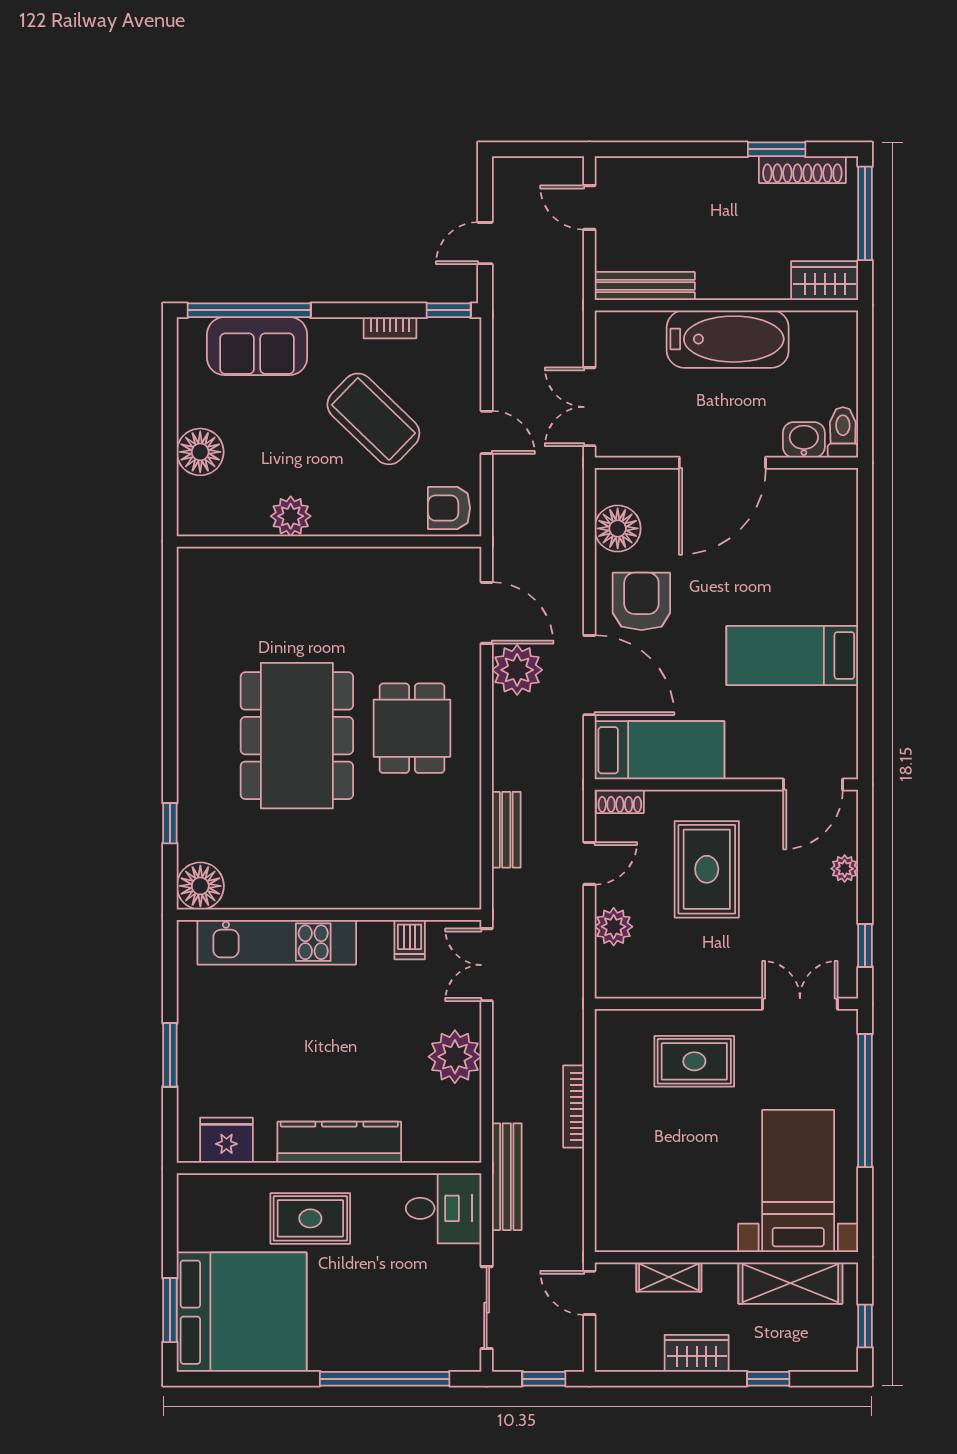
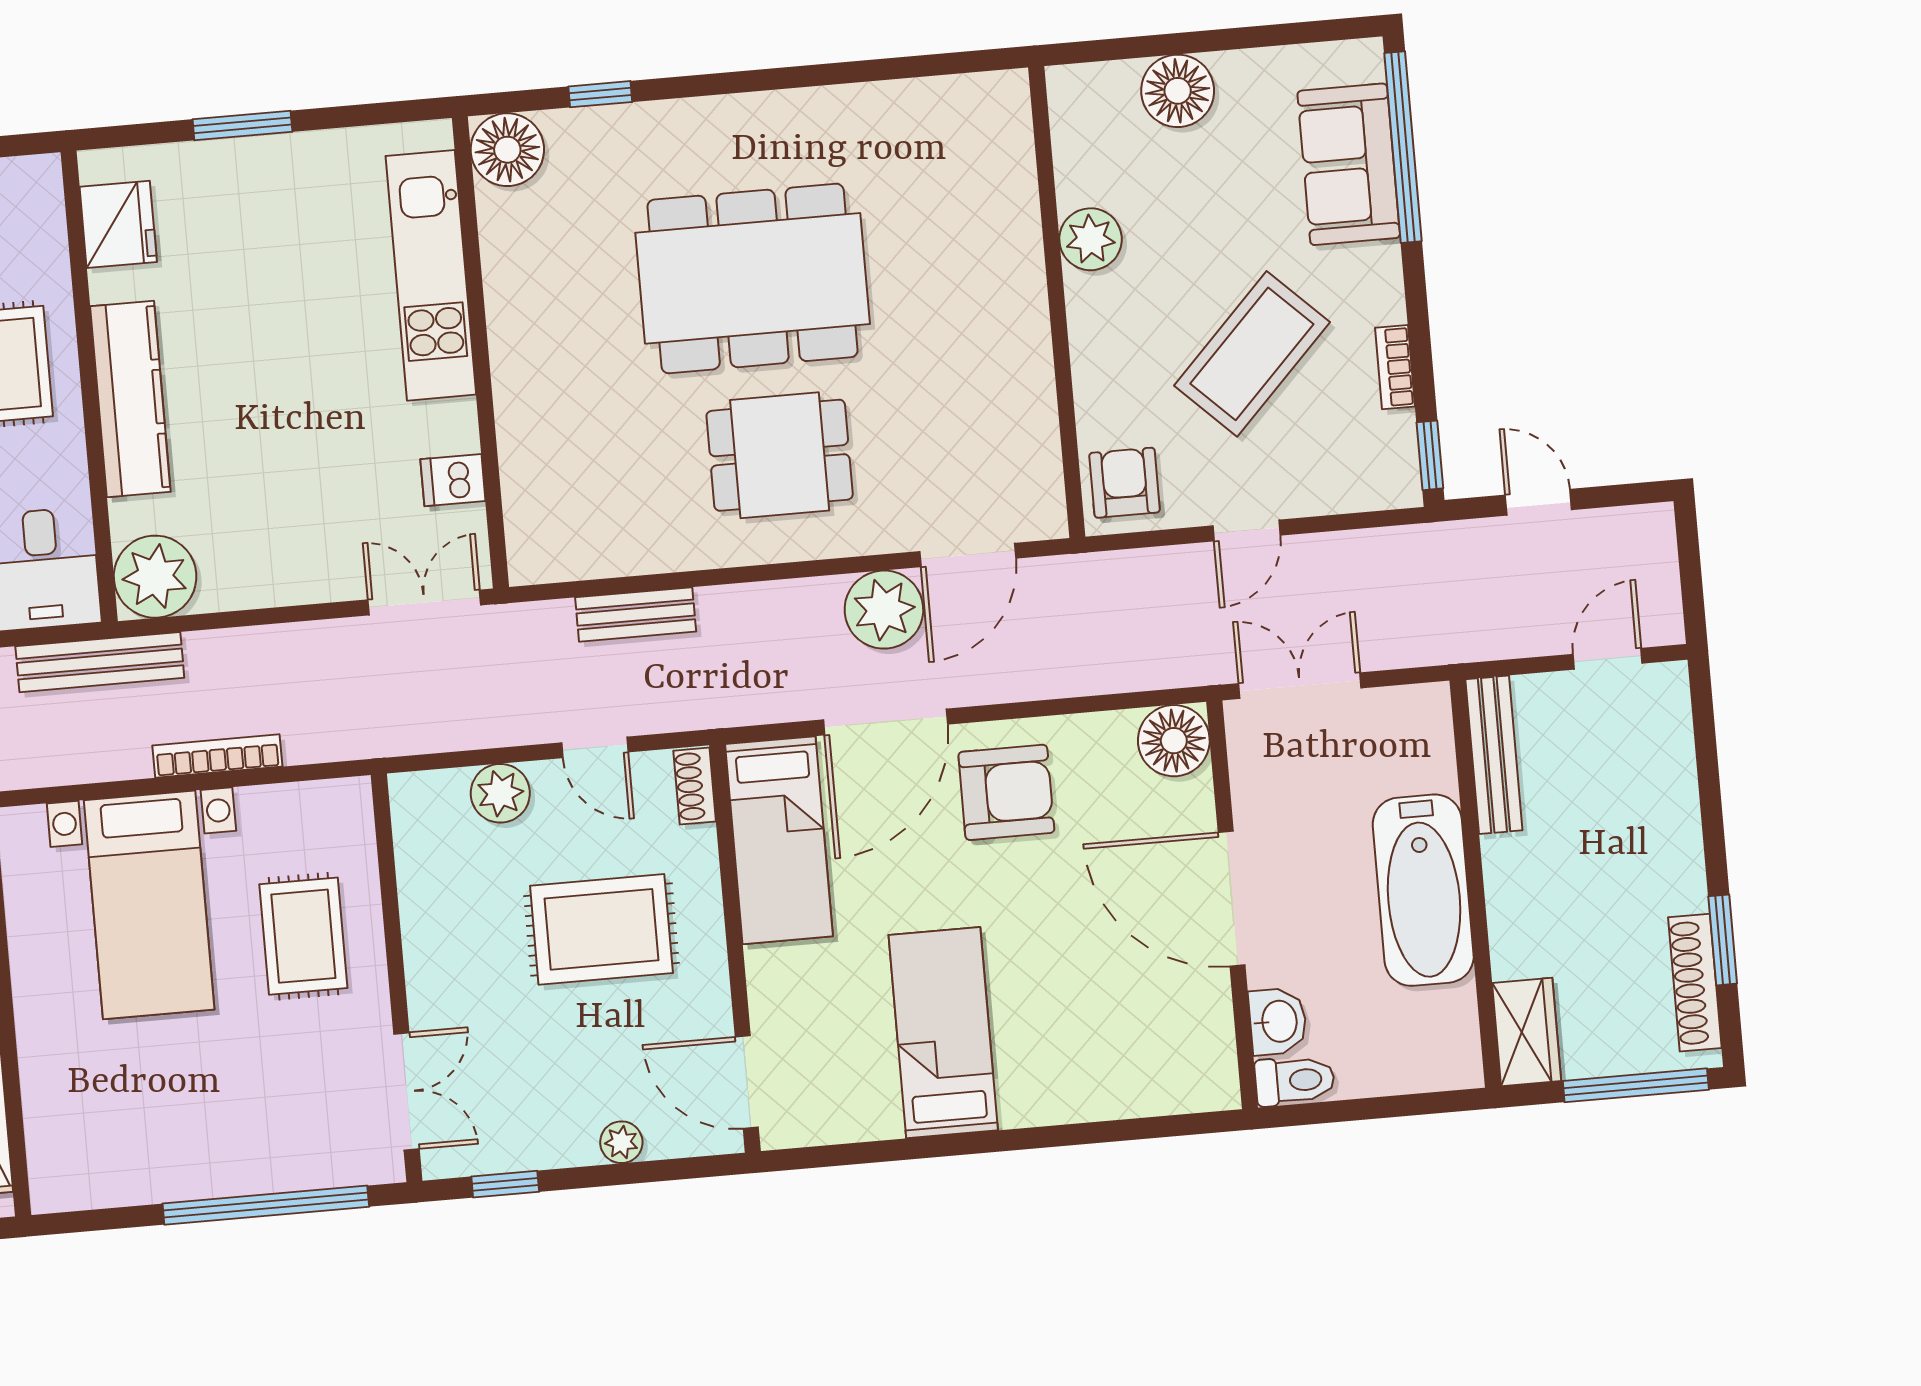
floor lamp: (618, 528) -> (1174, 741), moved
plant: (455, 1057) -> (155, 577), moved
bed with nightstands: (798, 1181) -> (149, 905), moved, turned 90

